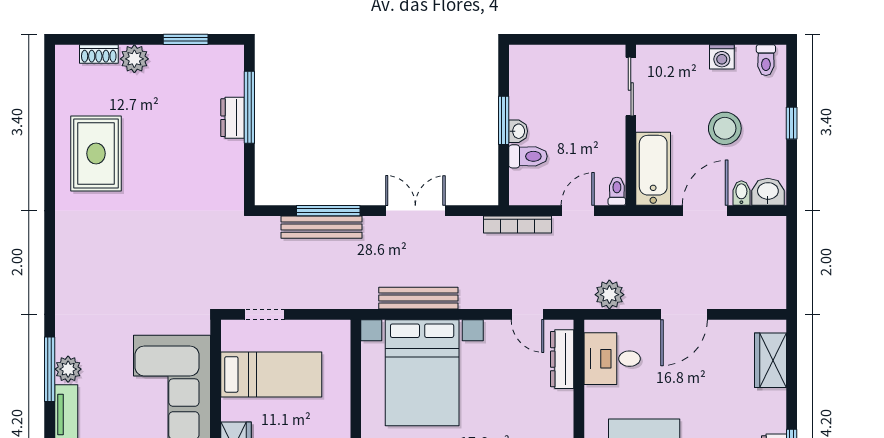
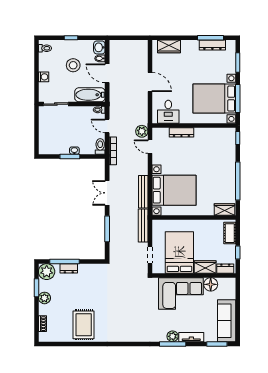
washing machine: (722, 57) -> (44, 77), moved
plant: (134, 59) -> (44, 298), moved
plant: (225, 64) -> (47, 272), added
rug: (96, 153) -> (84, 325), turned 90
toilet: (528, 156) -> (100, 146), moved
bench: (321, 227) -> (143, 226), moved
plant: (609, 295) -> (142, 131), moved
door: (528, 314) -> (150, 147), swing flipped
dresser: (562, 359) -> (181, 132), moved
bed: (271, 374) -> (179, 252), width x1.50

